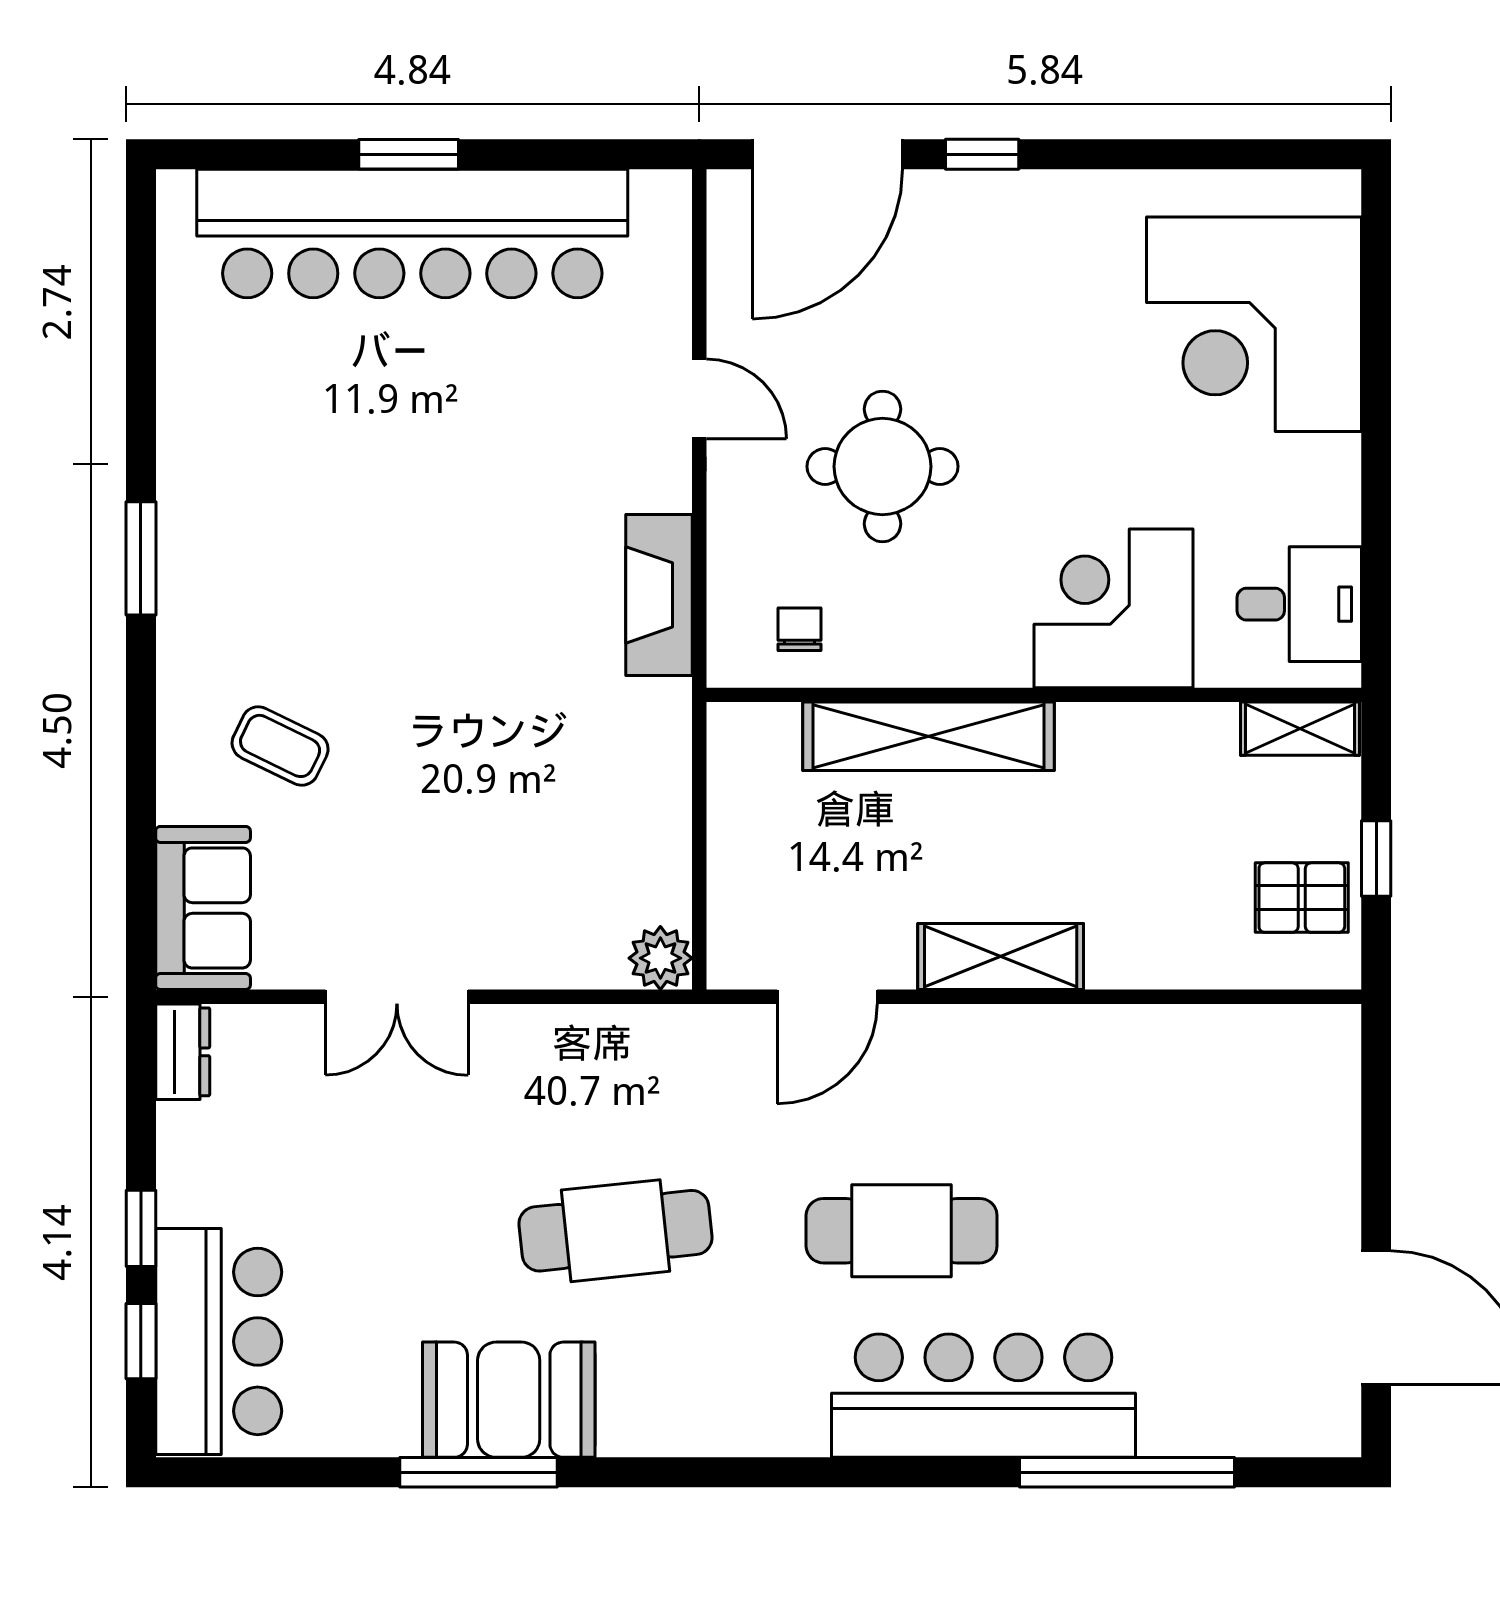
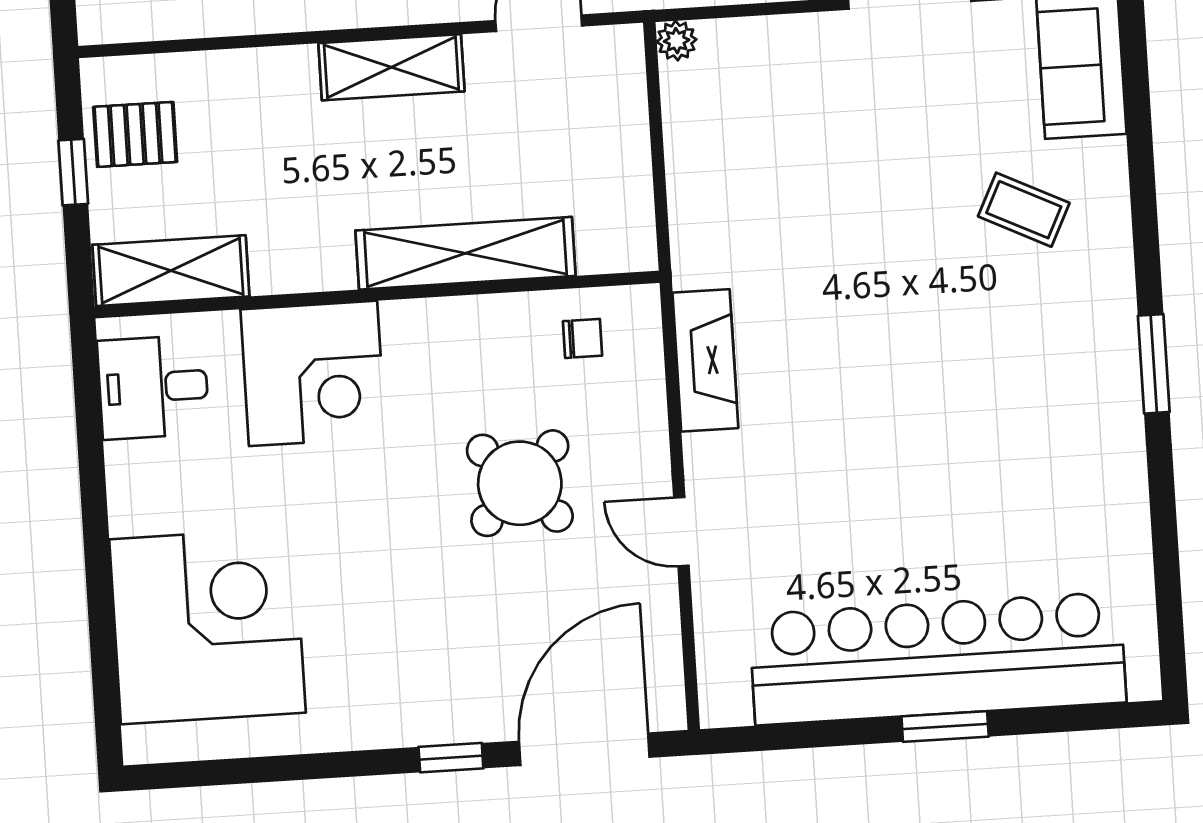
round table: (882, 466) -> (520, 483), turned 45
chair: (799, 629) -> (583, 338), turned -90
shelving: (1300, 729) -> (171, 271), width x1.50, depth x1.33
plant: (660, 958) -> (677, 41), width x0.73, depth x0.73

